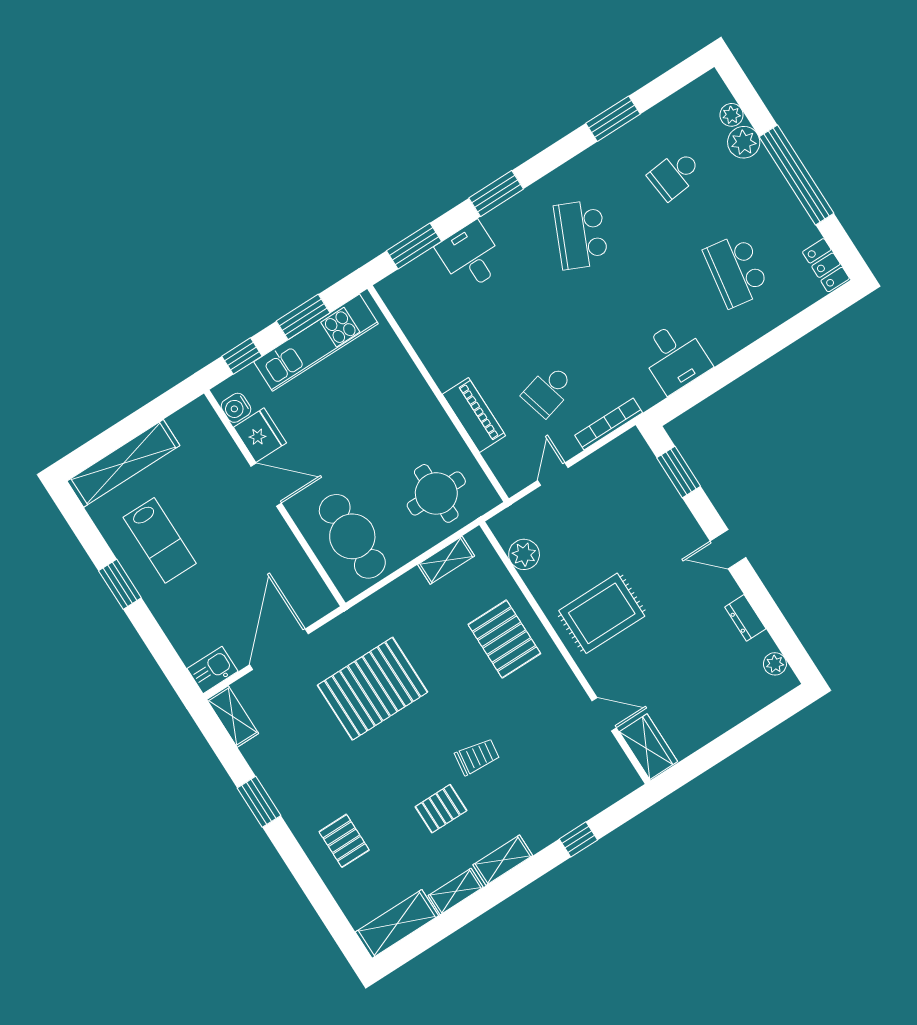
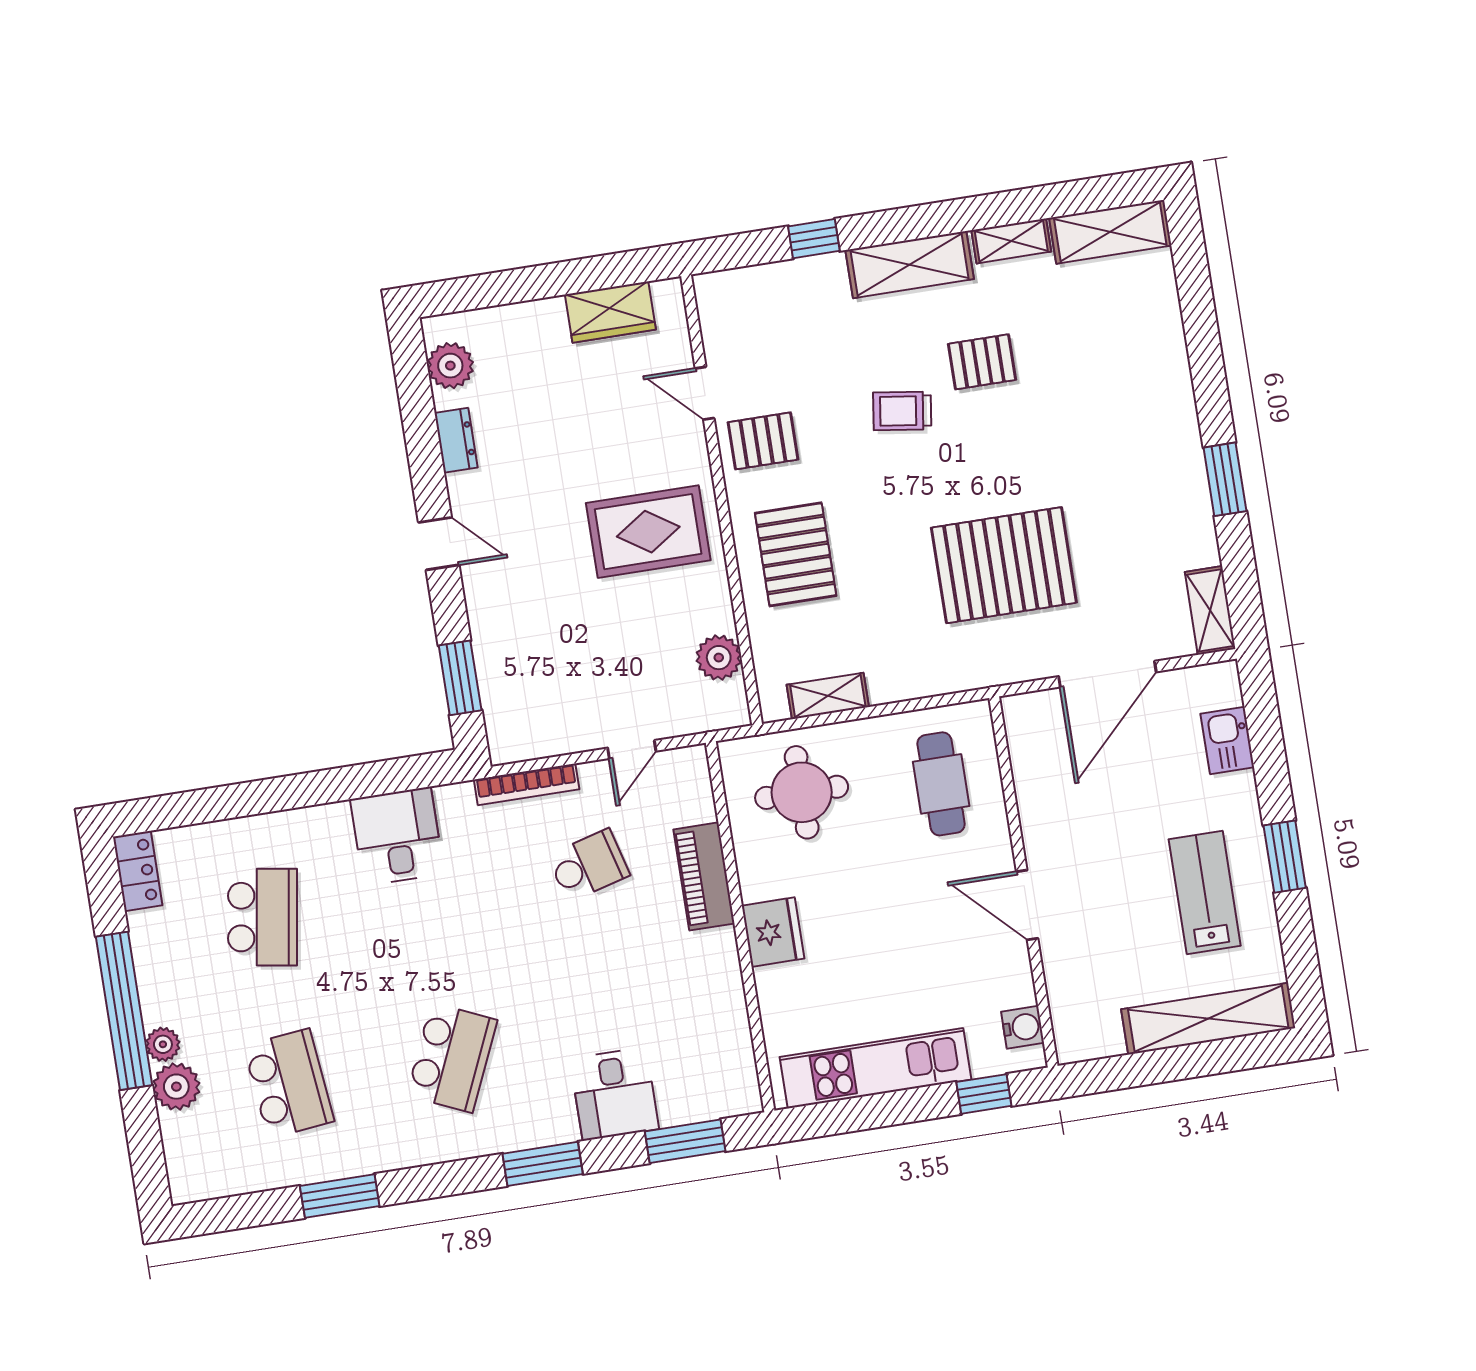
plant: (731, 115) -> (163, 1044), moved
school desk: (675, 175) -> (289, 1084), width x1.85
window: (303, 317) -> (878, 1111), removed
fridge: (260, 435) -> (773, 932), moved, turned 180
cafe table: (352, 536) -> (941, 784), width x0.73, depth x0.74
plant: (775, 664) -> (450, 366), width x1.38, depth x1.38
kitchen sink: (212, 670) -> (1227, 741), moved, turned 90
wardrobe: (648, 747) -> (610, 312), moved, turned -90
pallet: (344, 841) -> (763, 441), moved, turned 90
shelving: (503, 860) -> (910, 265), width x1.50, depth x1.33

